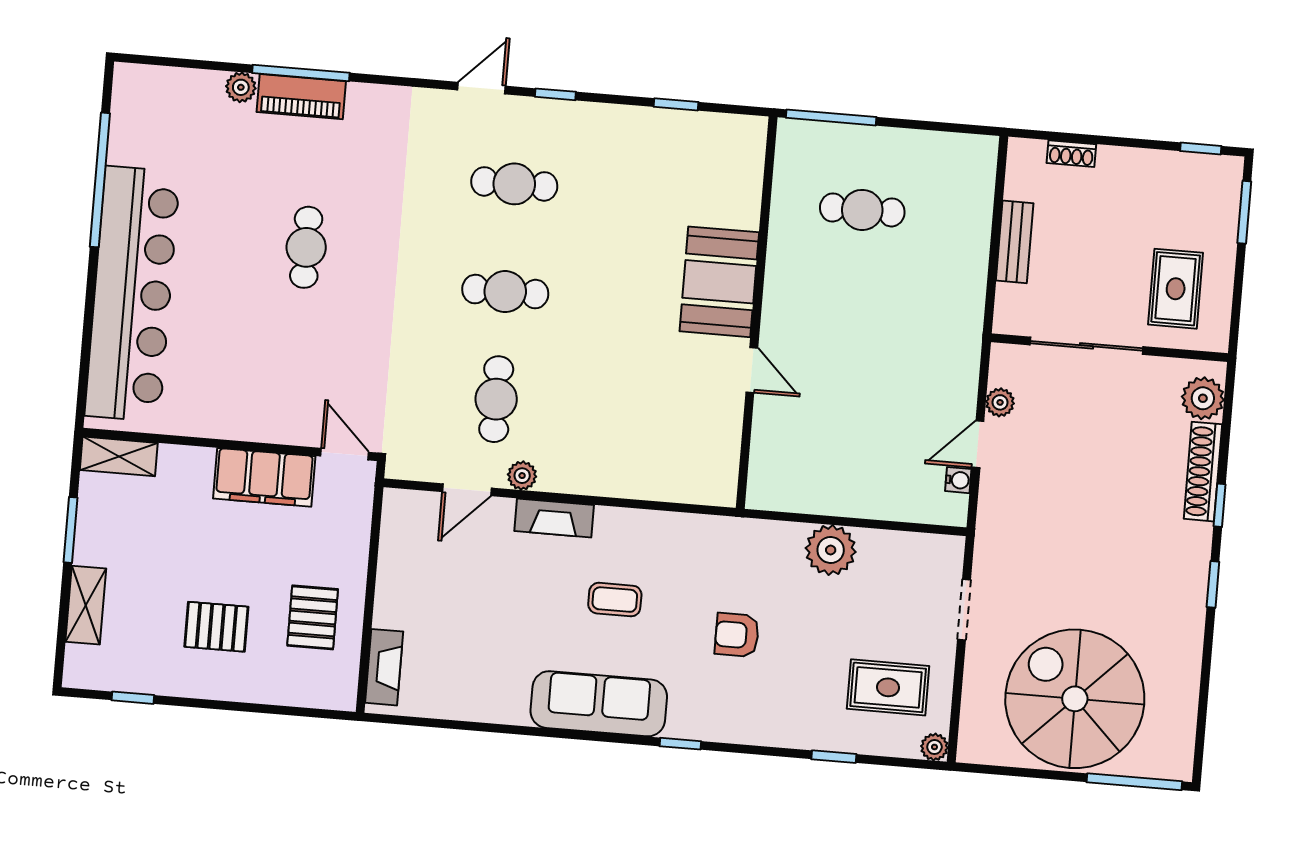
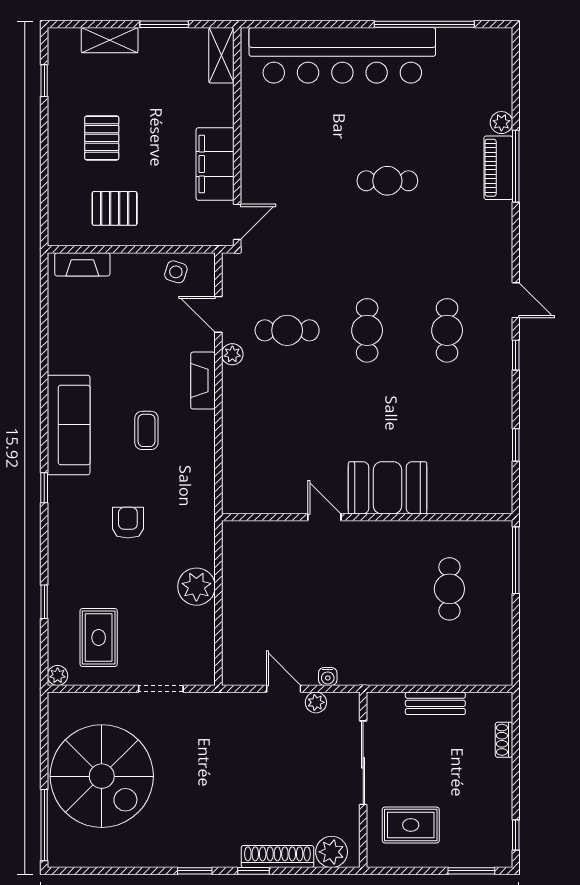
door: (752, 370) -> (324, 517), swing flipped
water cooler: (958, 480) -> (328, 676), moved
side table: (405, 542) -> (176, 272), added
spiral stairs: (1075, 699) -> (102, 776), turned 90

